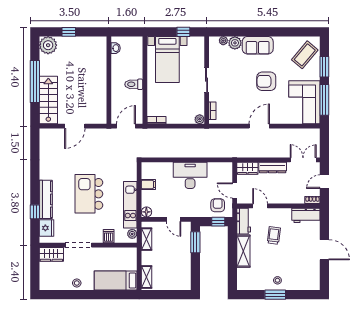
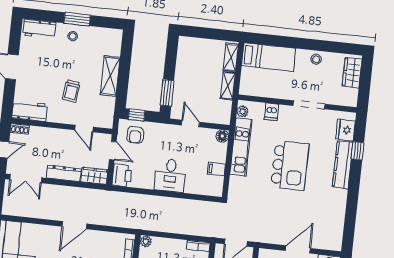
printer: (225, 171) -> (122, 175), added
desk: (190, 175) -> (170, 175), width x0.73
workbench: (244, 221) -> (39, 29), moved, turned -90
shelving: (146, 239) -> (228, 86), moved
wardrobe: (51, 254) -> (352, 73), moved, turned -90

